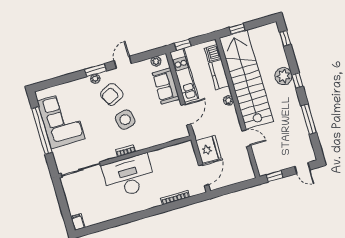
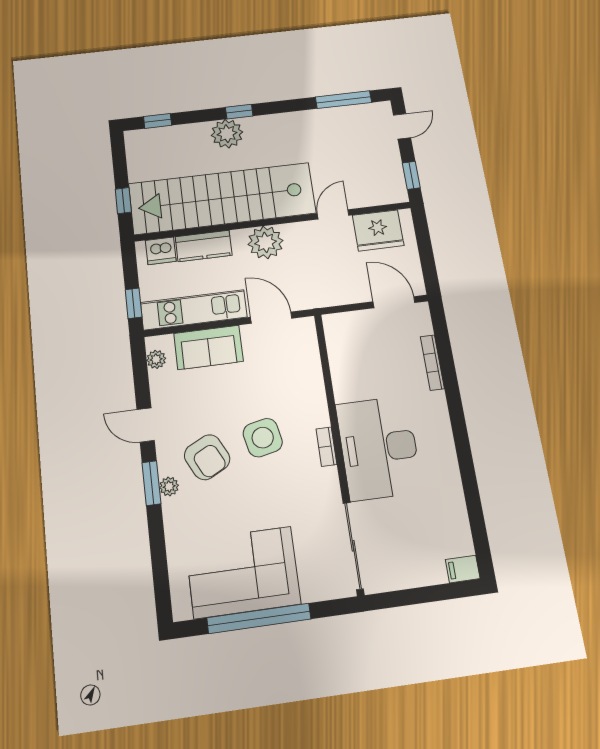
plant: (228, 100) -> (265, 242), width x1.88, depth x1.88
window: (309, 119) -> (343, 100), moved
fridge: (208, 149) -> (378, 230), moved, turned 180

